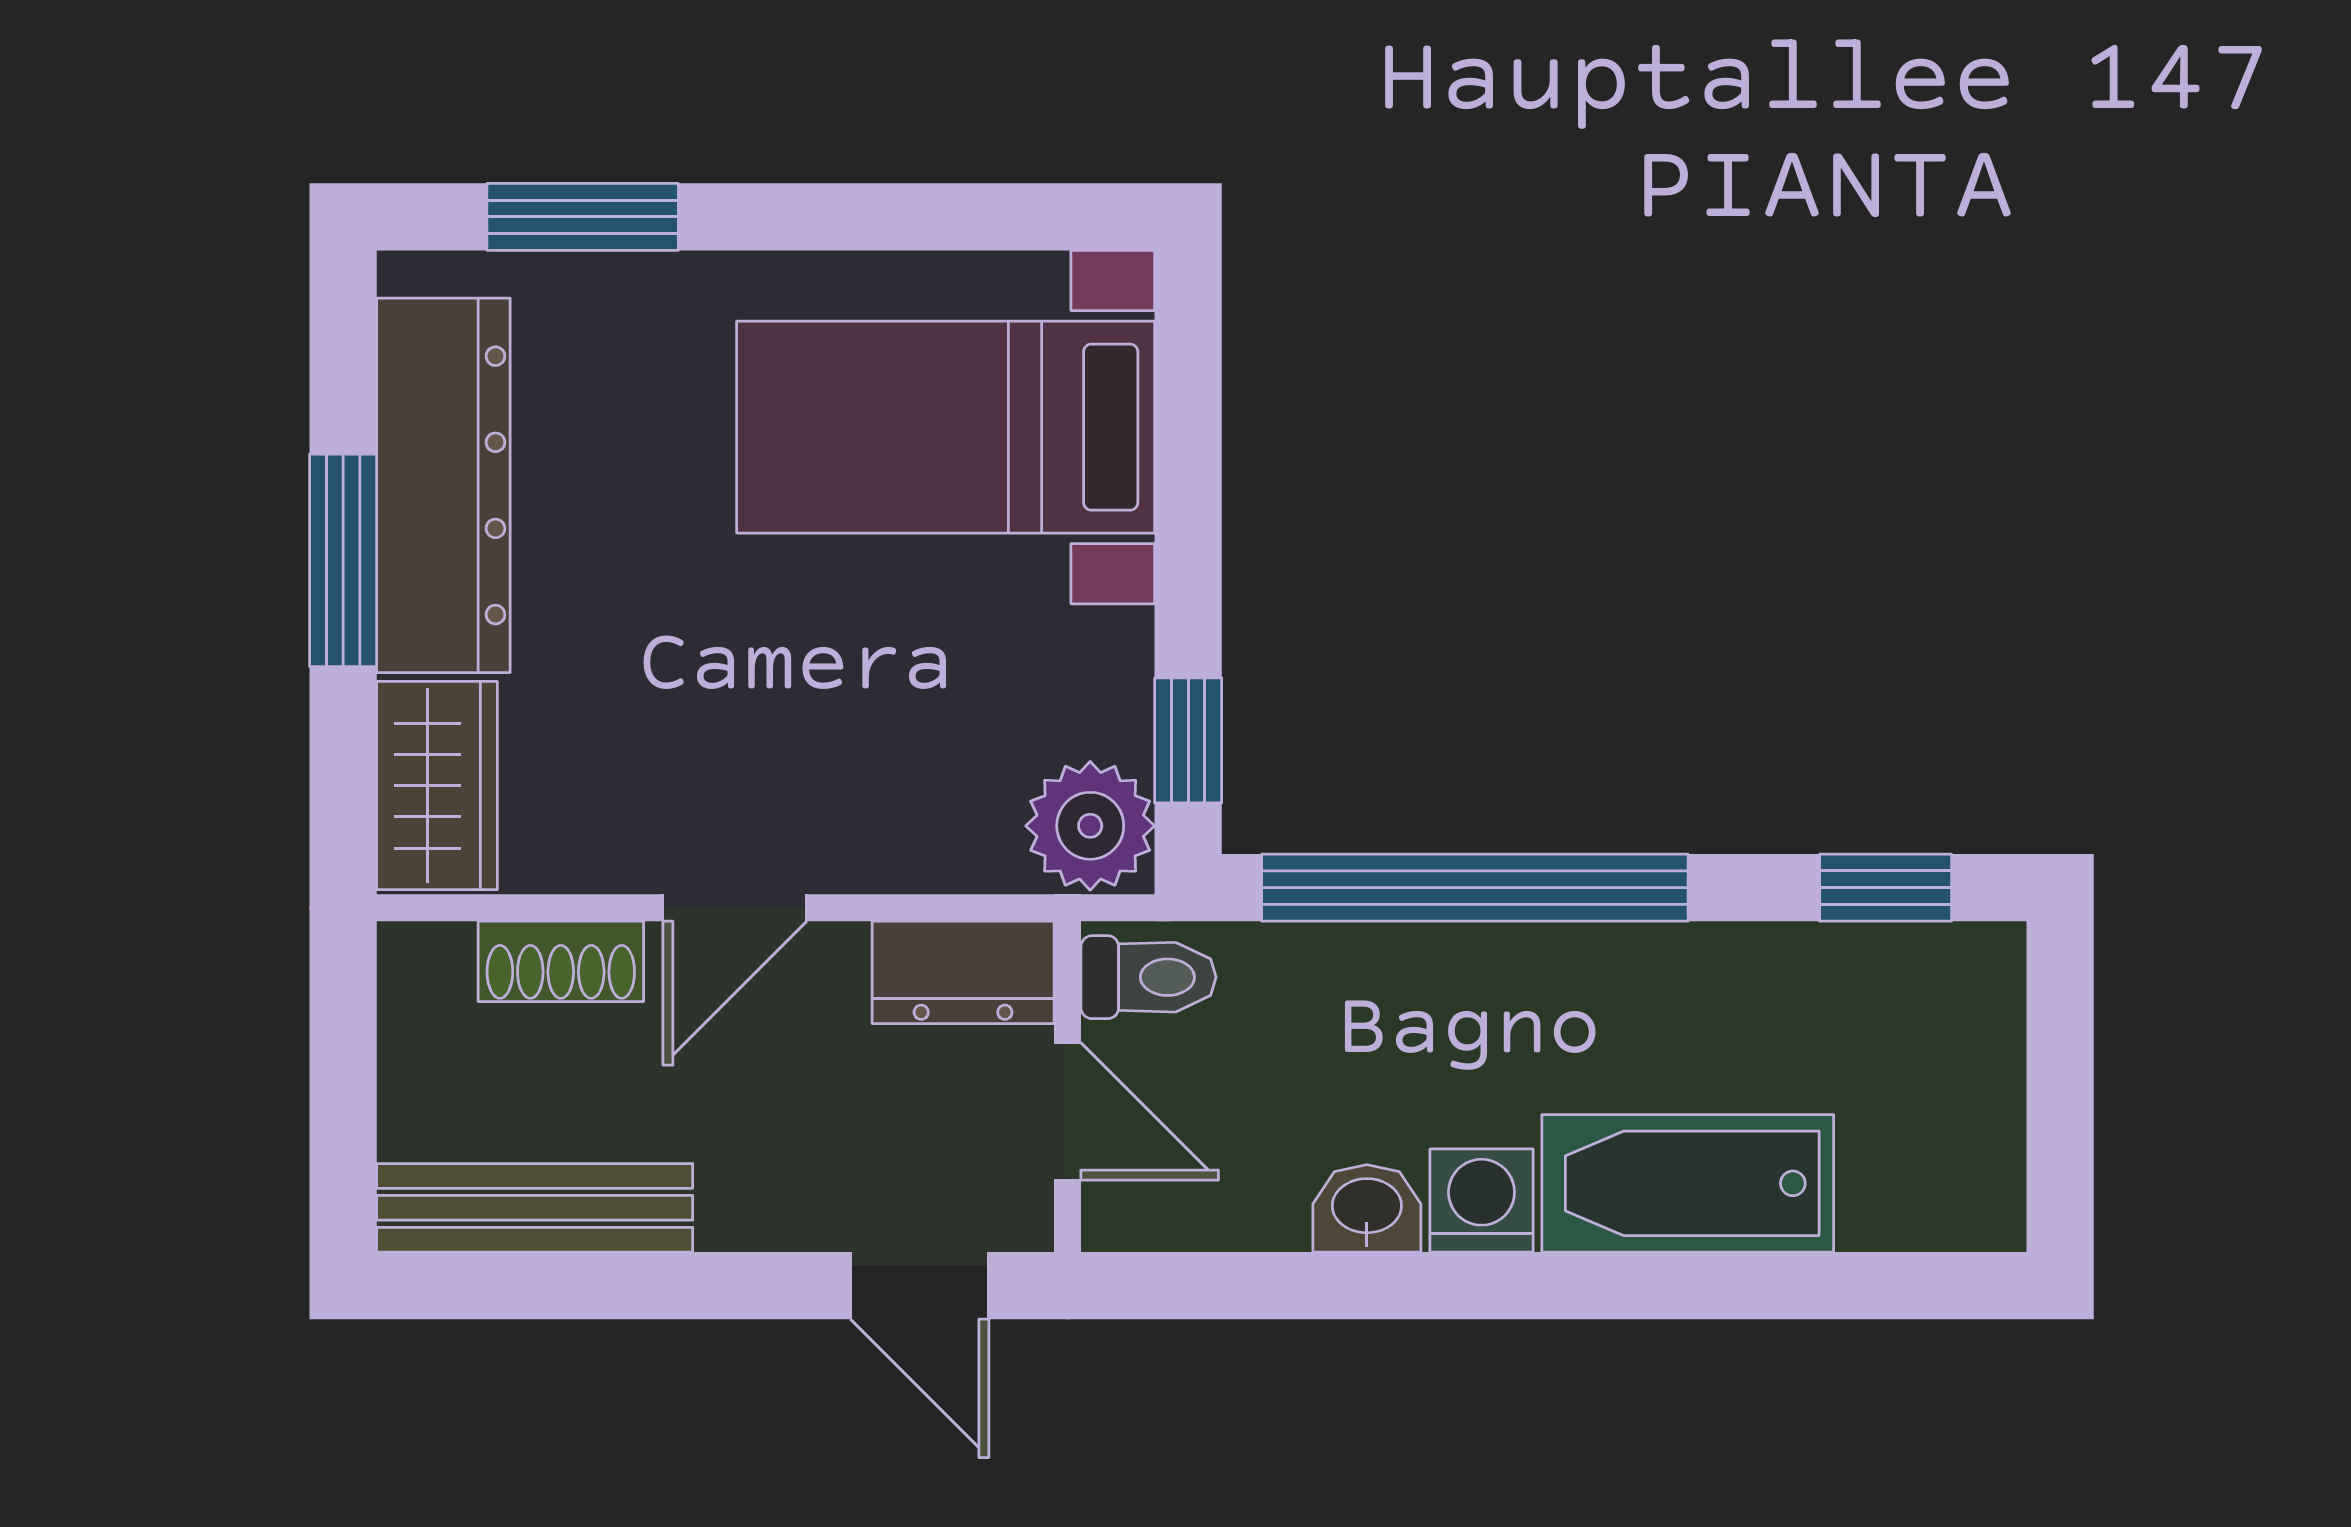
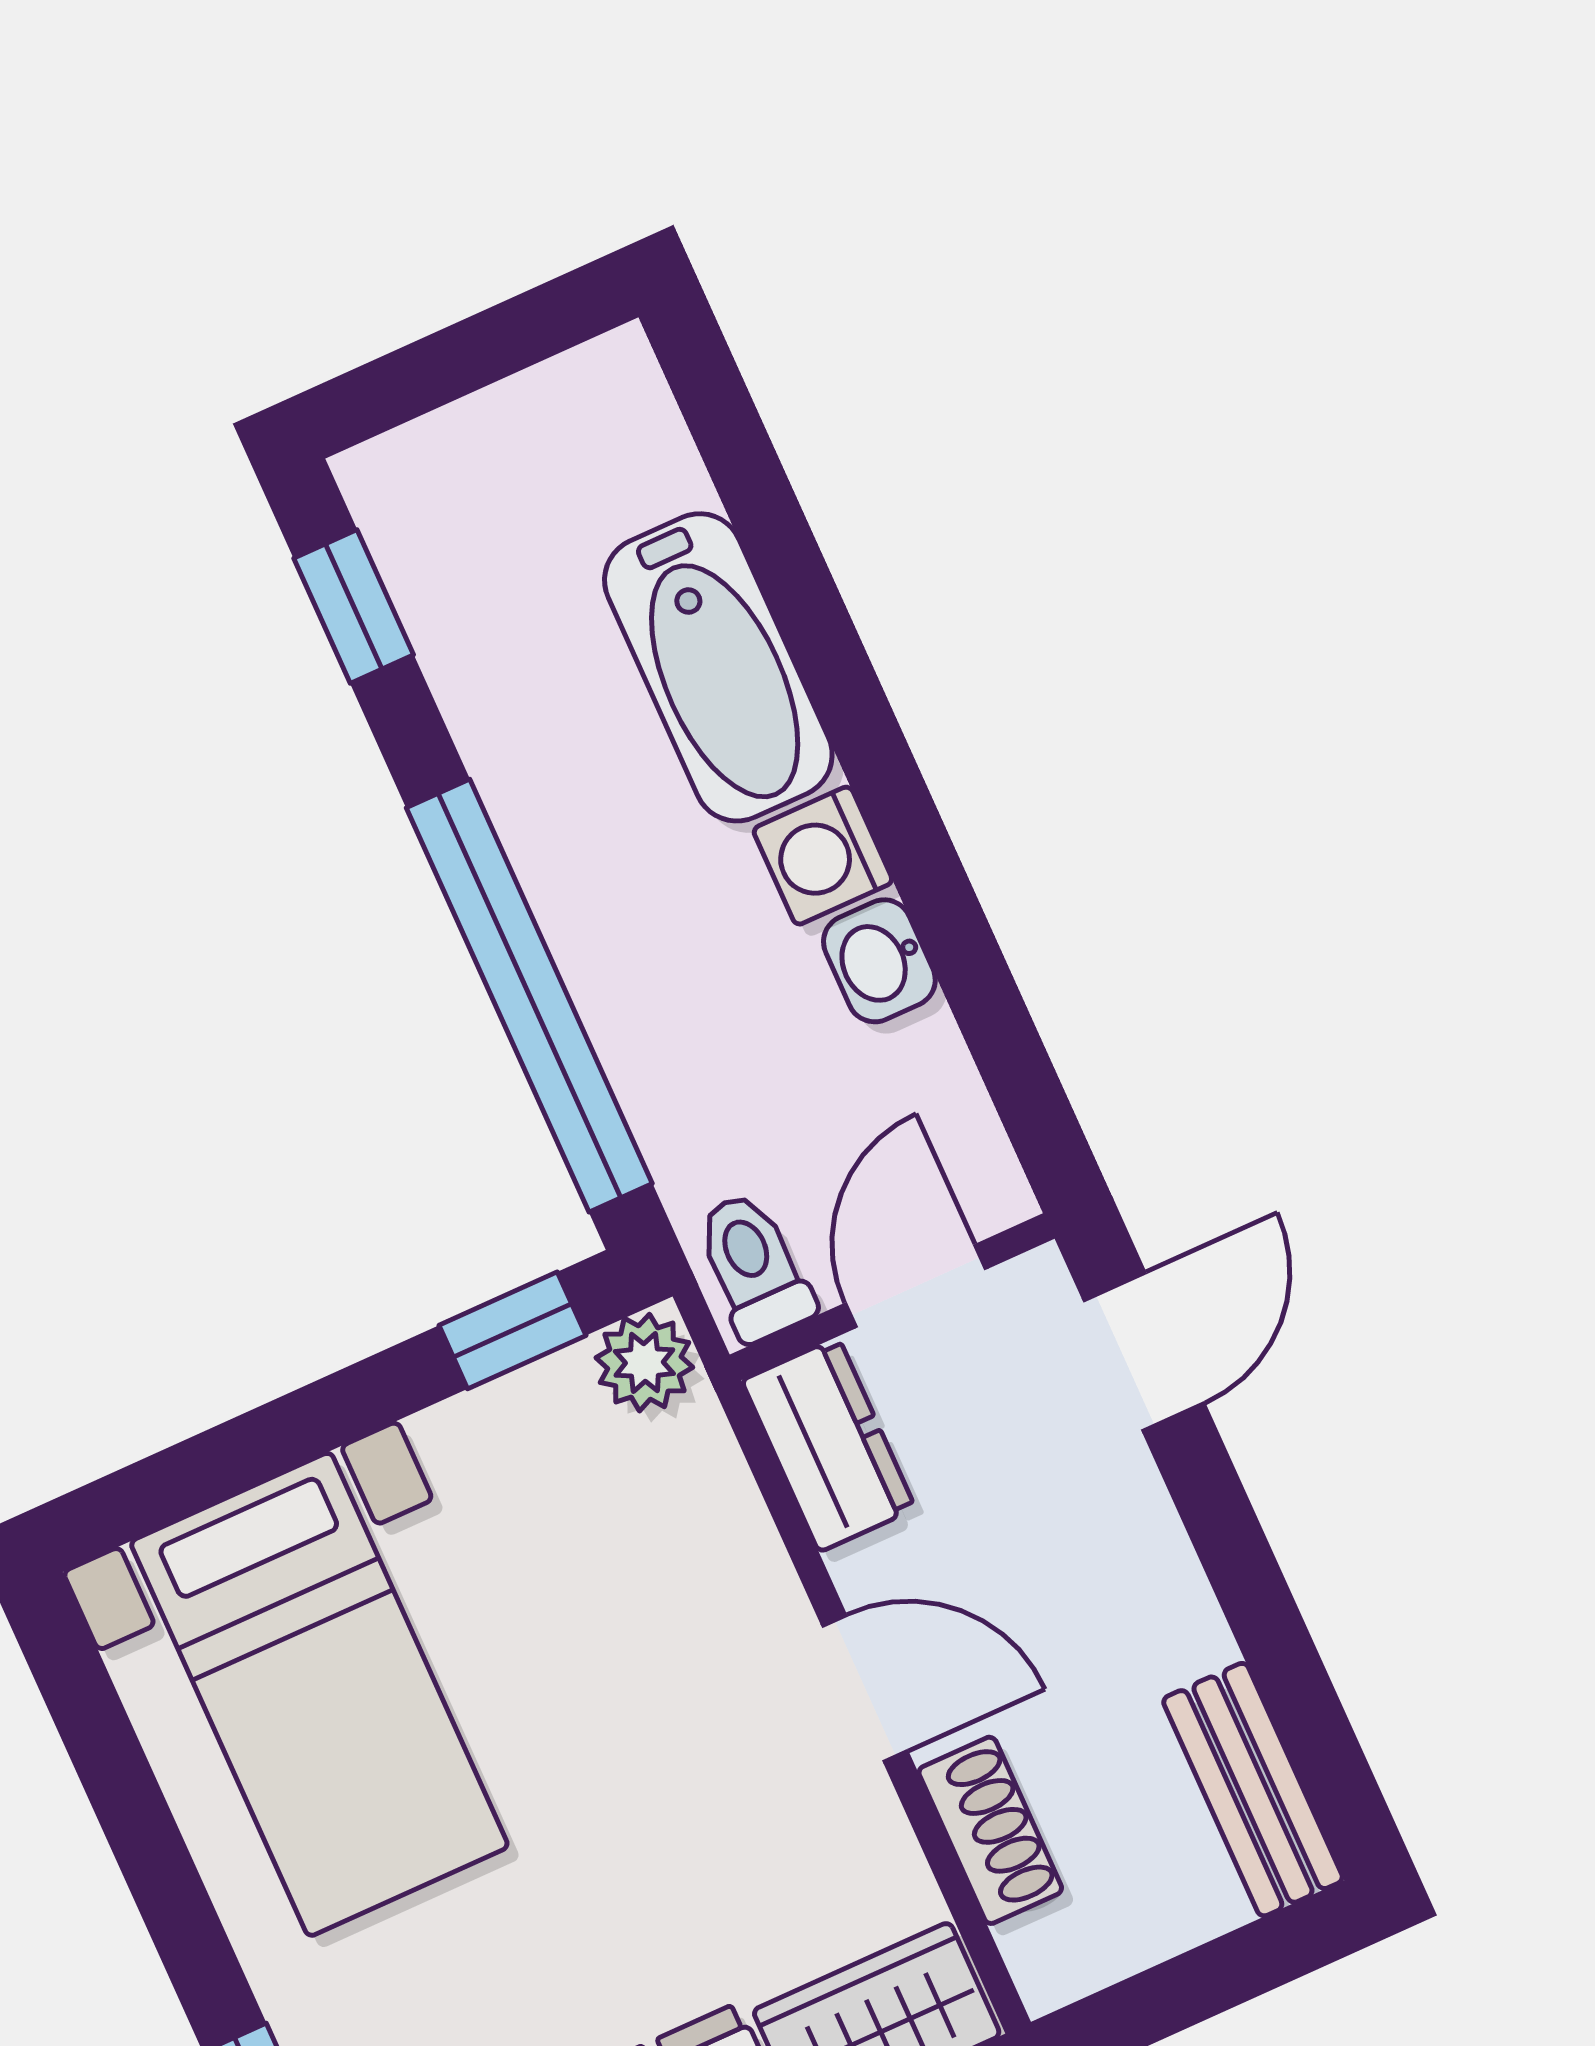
plant: (1090, 826) -> (644, 1363), width x0.73, depth x0.73
bench: (535, 1208) -> (1253, 1790), width x0.73

